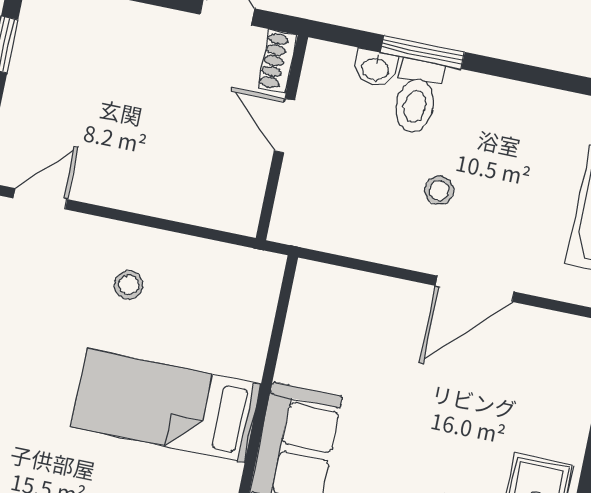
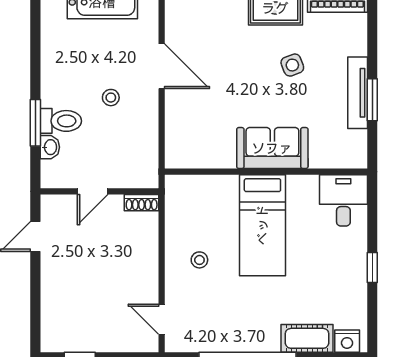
shoe rack: (277, 61) -> (142, 203), moved

